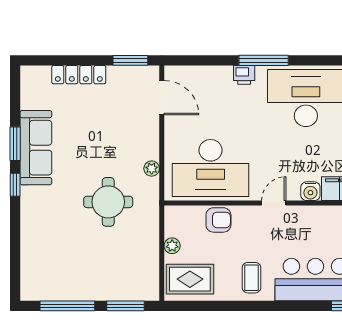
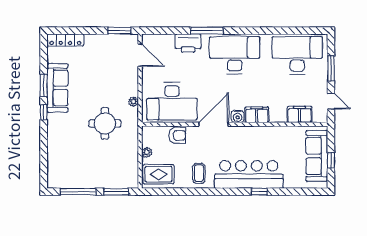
locker: (79, 75) -> (65, 40), moved
printer: (244, 75) -> (188, 43), width x1.87, depth x1.48
door: (274, 203) -> (214, 124), width x1.88

